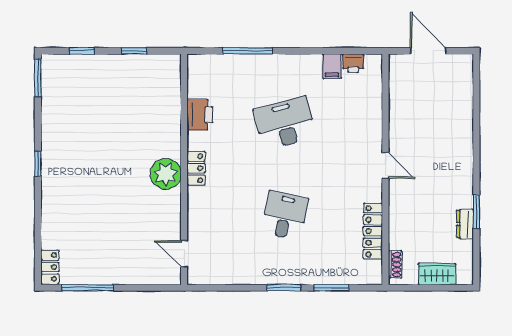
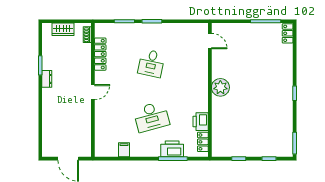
printer: (353, 63) -> (172, 149), moved, width x1.87, depth x1.48
door: (385, 166) -> (93, 92), swing flipped
locker: (196, 168) -> (203, 142), moved
dresser: (465, 224) -> (47, 79), moved

